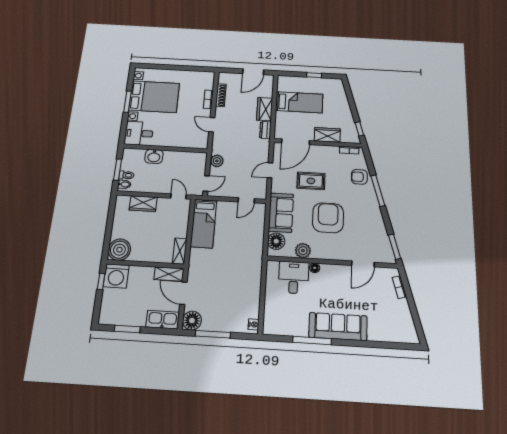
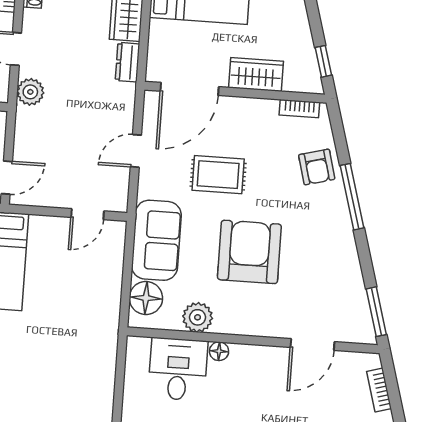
plant: (217, 161) -> (30, 92), moved
armchair: (359, 177) -> (317, 167), turned -105

